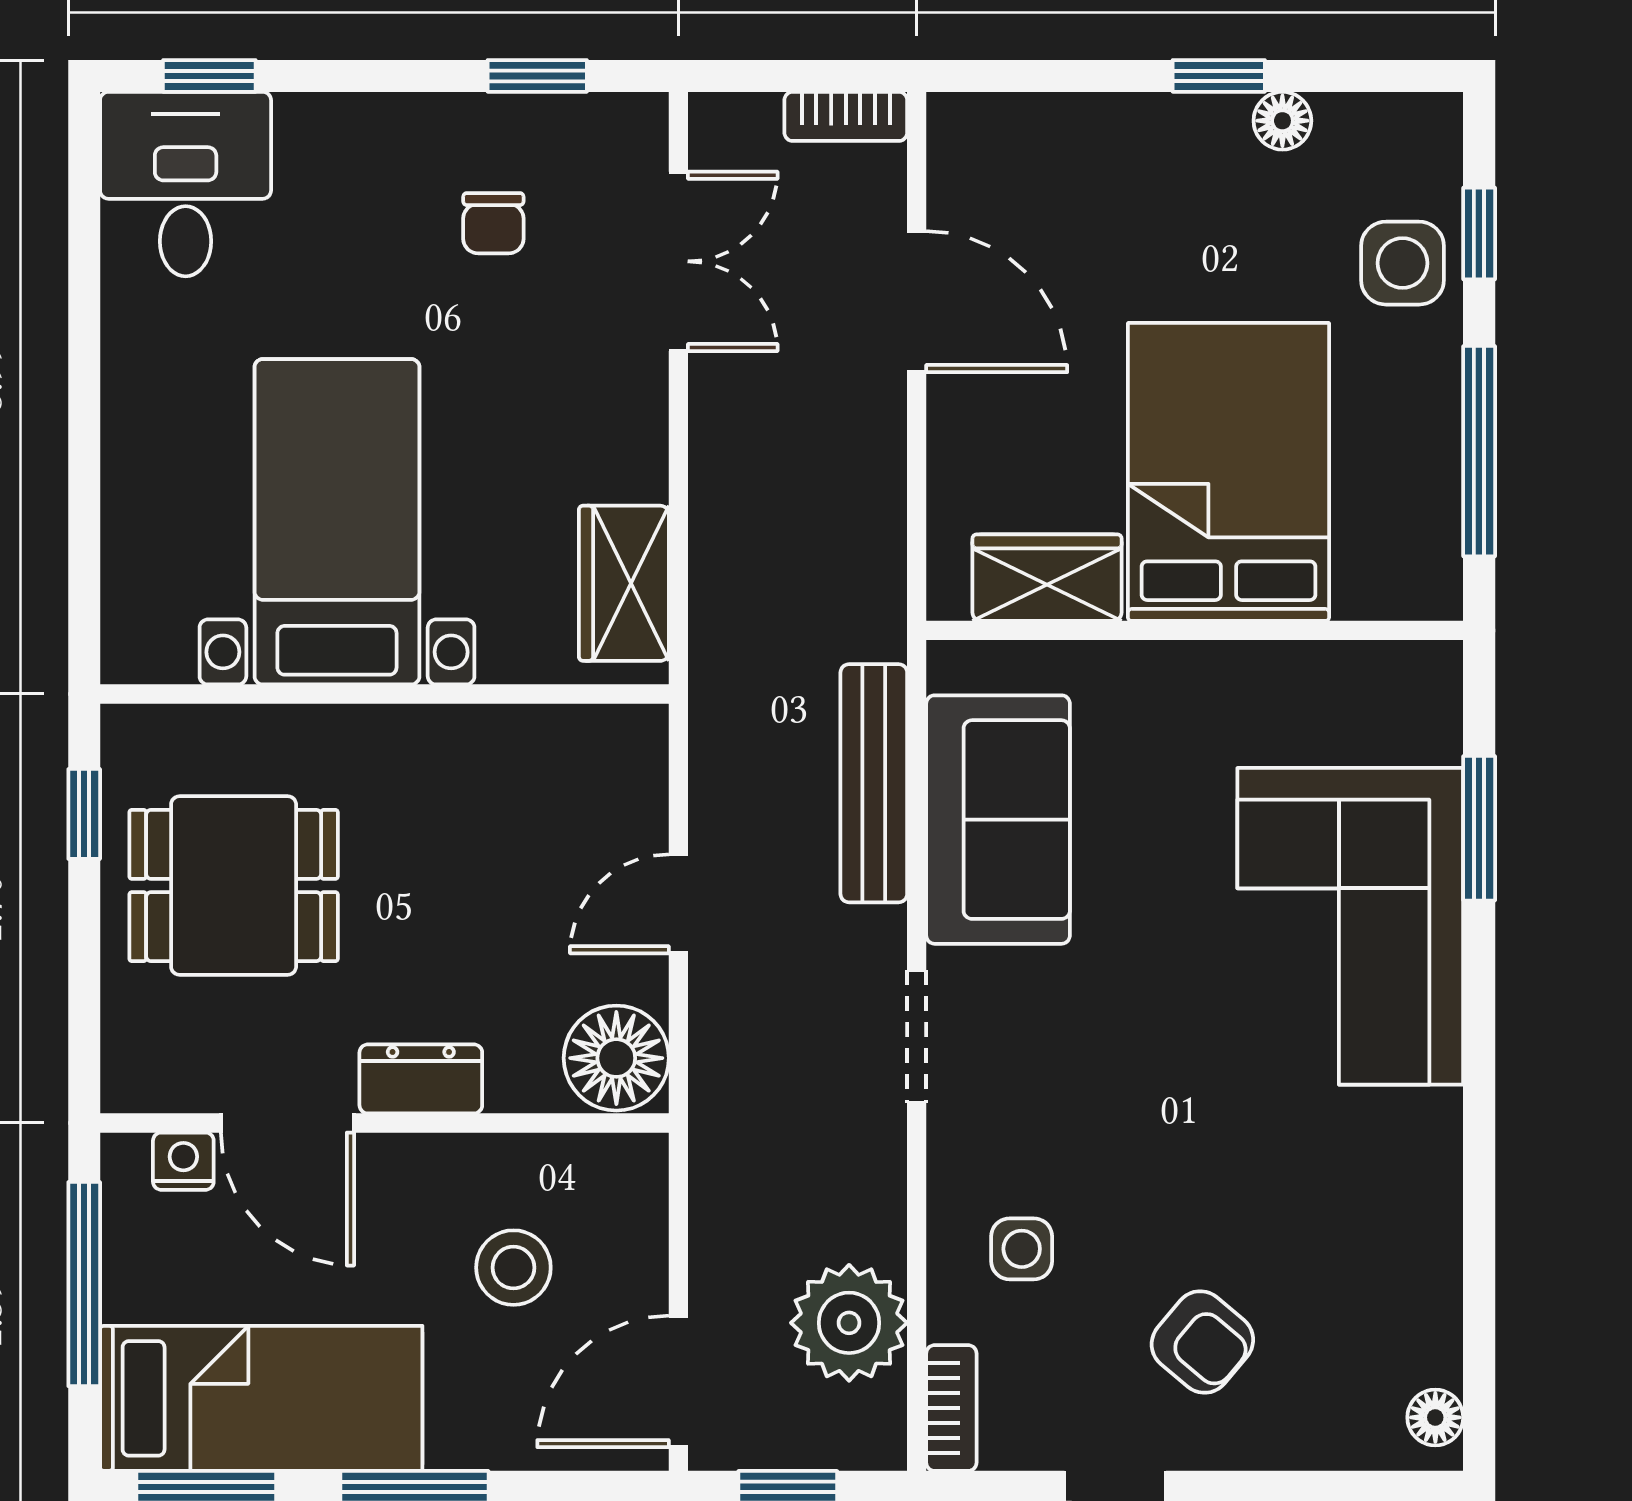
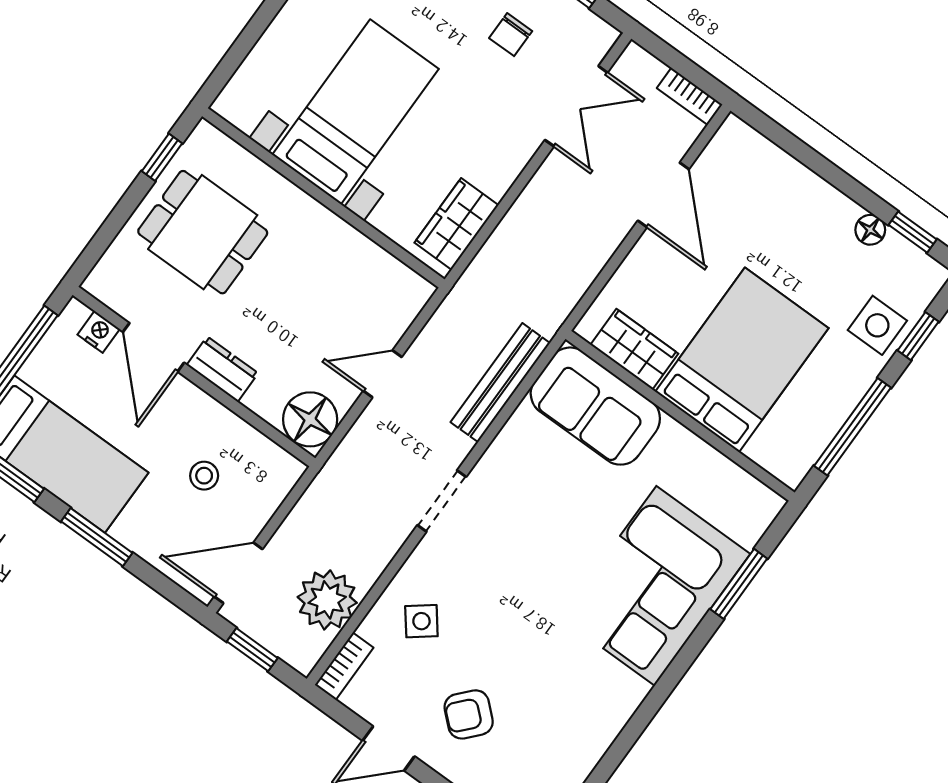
window: (1219, 76) -> (913, 232), moved
sofa: (998, 820) -> (595, 406), moved, turned 90
side table: (1022, 1249) -> (421, 621), turned -38
stool: (513, 1268) -> (204, 476), width x0.73, depth x0.73
armchair: (1202, 1342) -> (469, 714), turned 92

